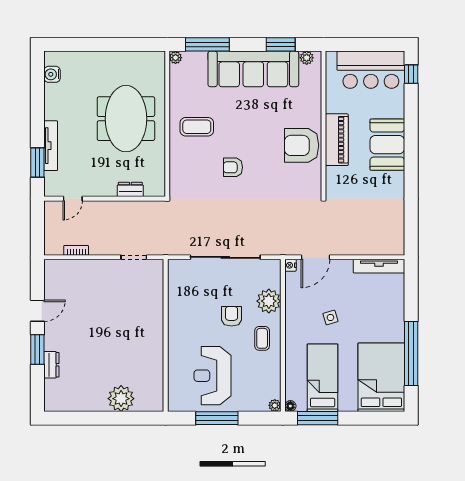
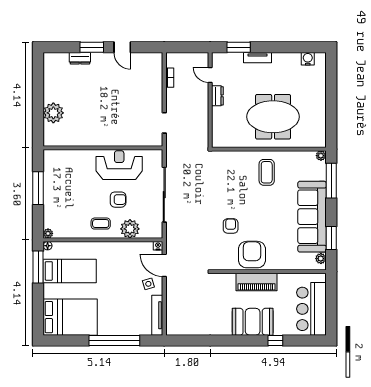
window: (411, 74) -> (275, 340), moved
tv unit: (51, 146) -> (257, 58), width x0.71
armchair: (233, 167) -> (231, 226), moved
dresser: (130, 189) -> (217, 96), moved
side table: (330, 317) -> (148, 284), moved
window: (411, 353) -> (114, 340), moved
reception desk: (213, 376) -> (119, 165), moved

